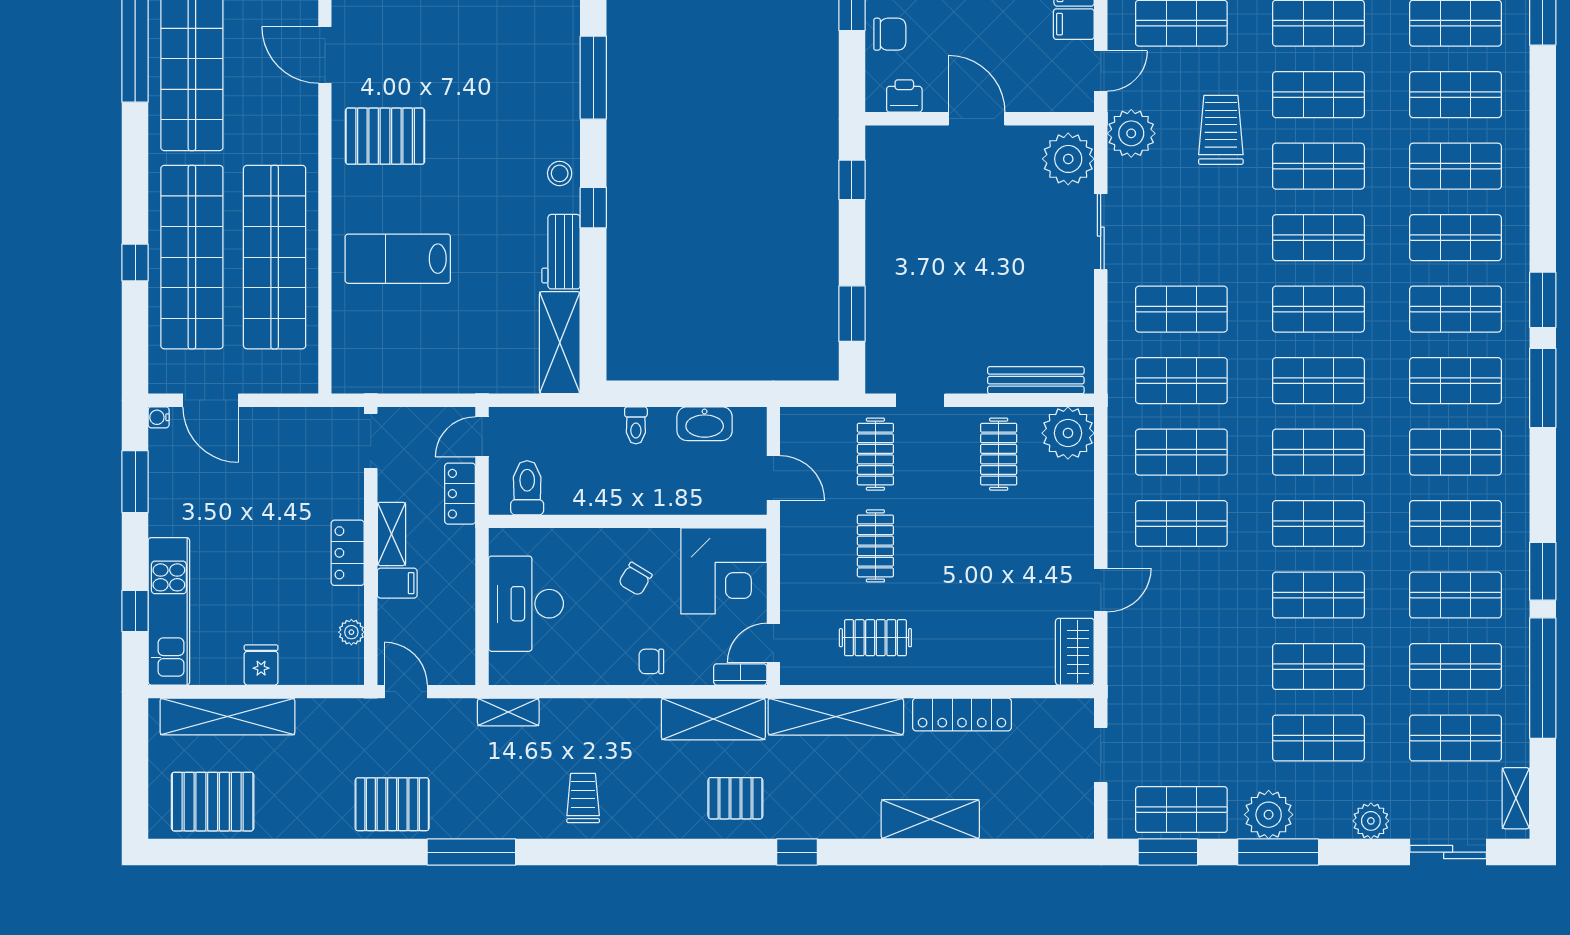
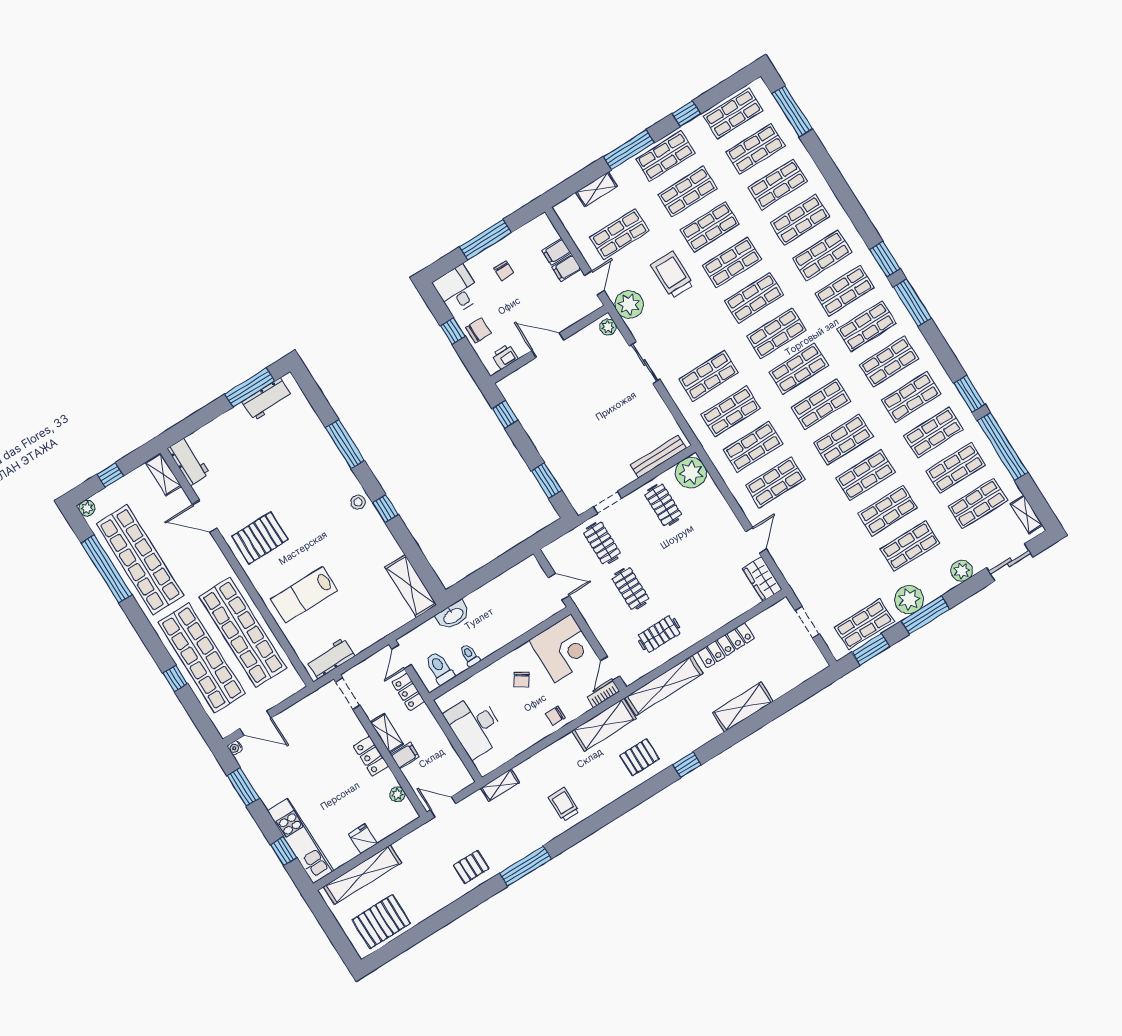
plant: (1068, 159) -> (608, 327), width x0.53, depth x0.53
workbench: (561, 252) -> (331, 658), moved, turned 90
washbasin: (705, 424) -> (453, 615), moved
toilet: (636, 425) -> (470, 655), moved, turned 180
pallet: (392, 804) -> (471, 867), width x0.67, depth x0.71

